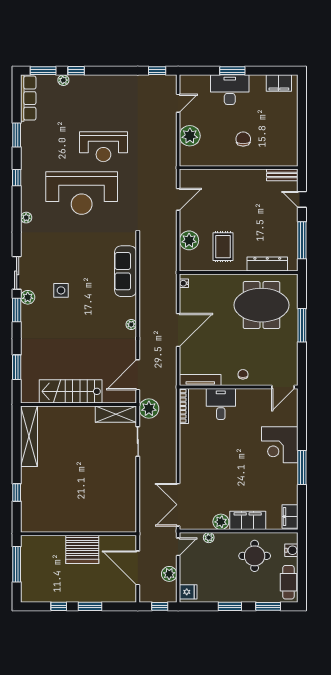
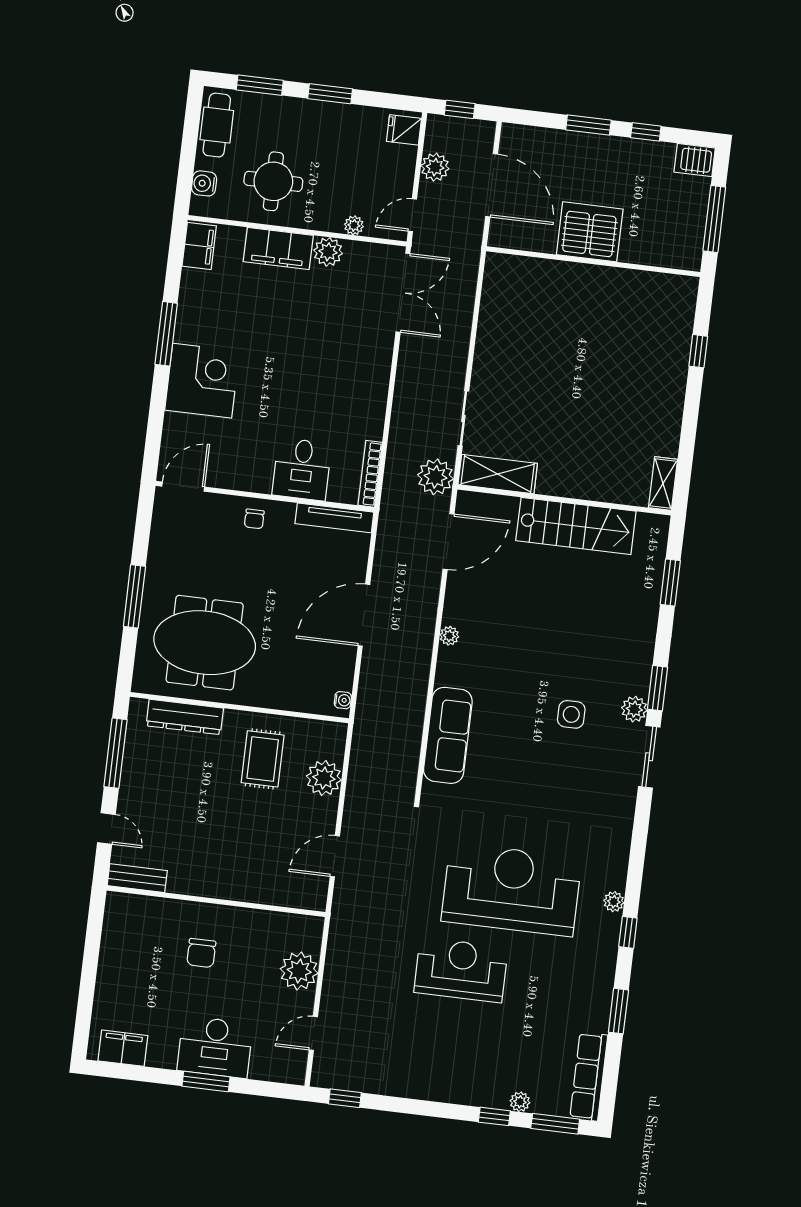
plant: (26, 218) -> (614, 902), moved
shelving: (29, 436) -> (663, 484), width x0.45, depth x0.75
server rack: (31, 594) -> (695, 160), added

